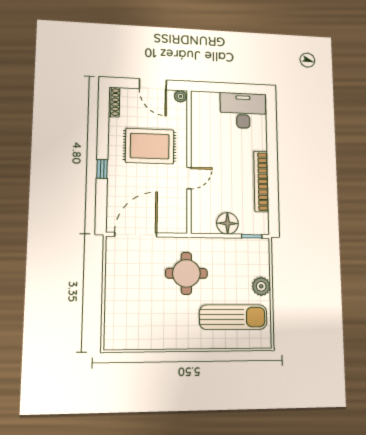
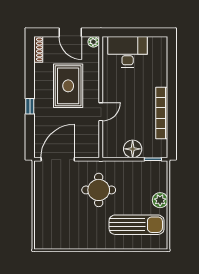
desk: (243, 111) -> (128, 52), moved
rug: (150, 146) -> (68, 86), turned 90

